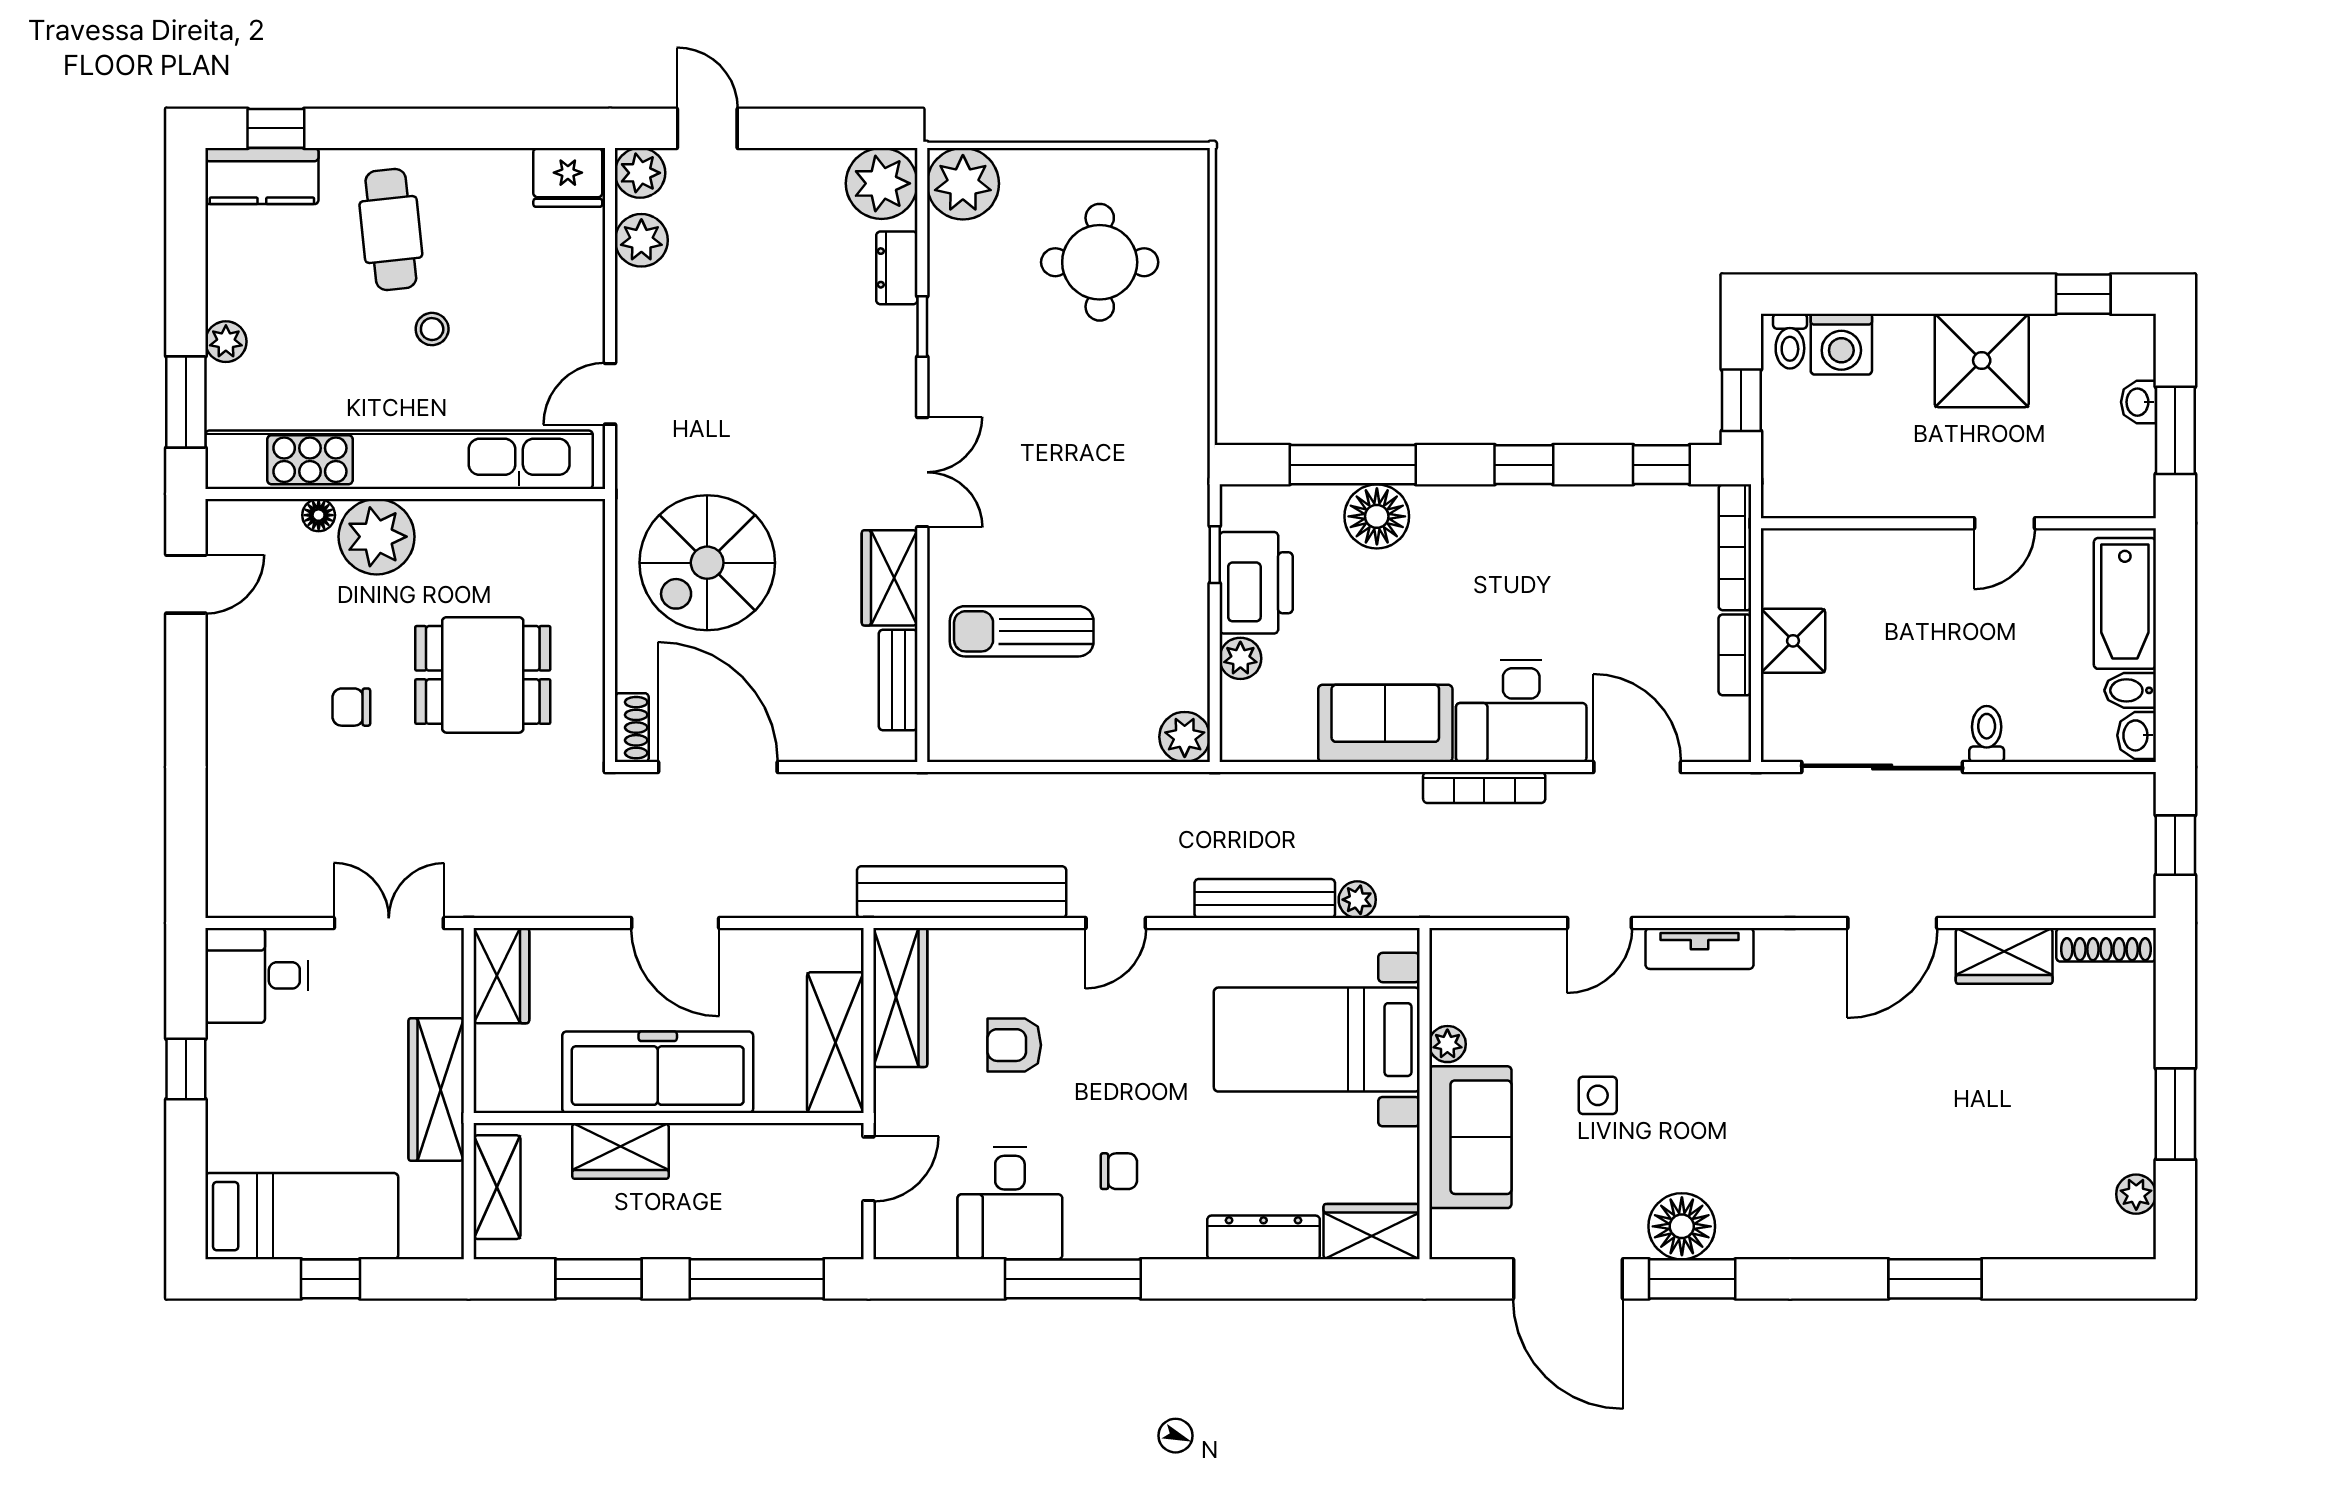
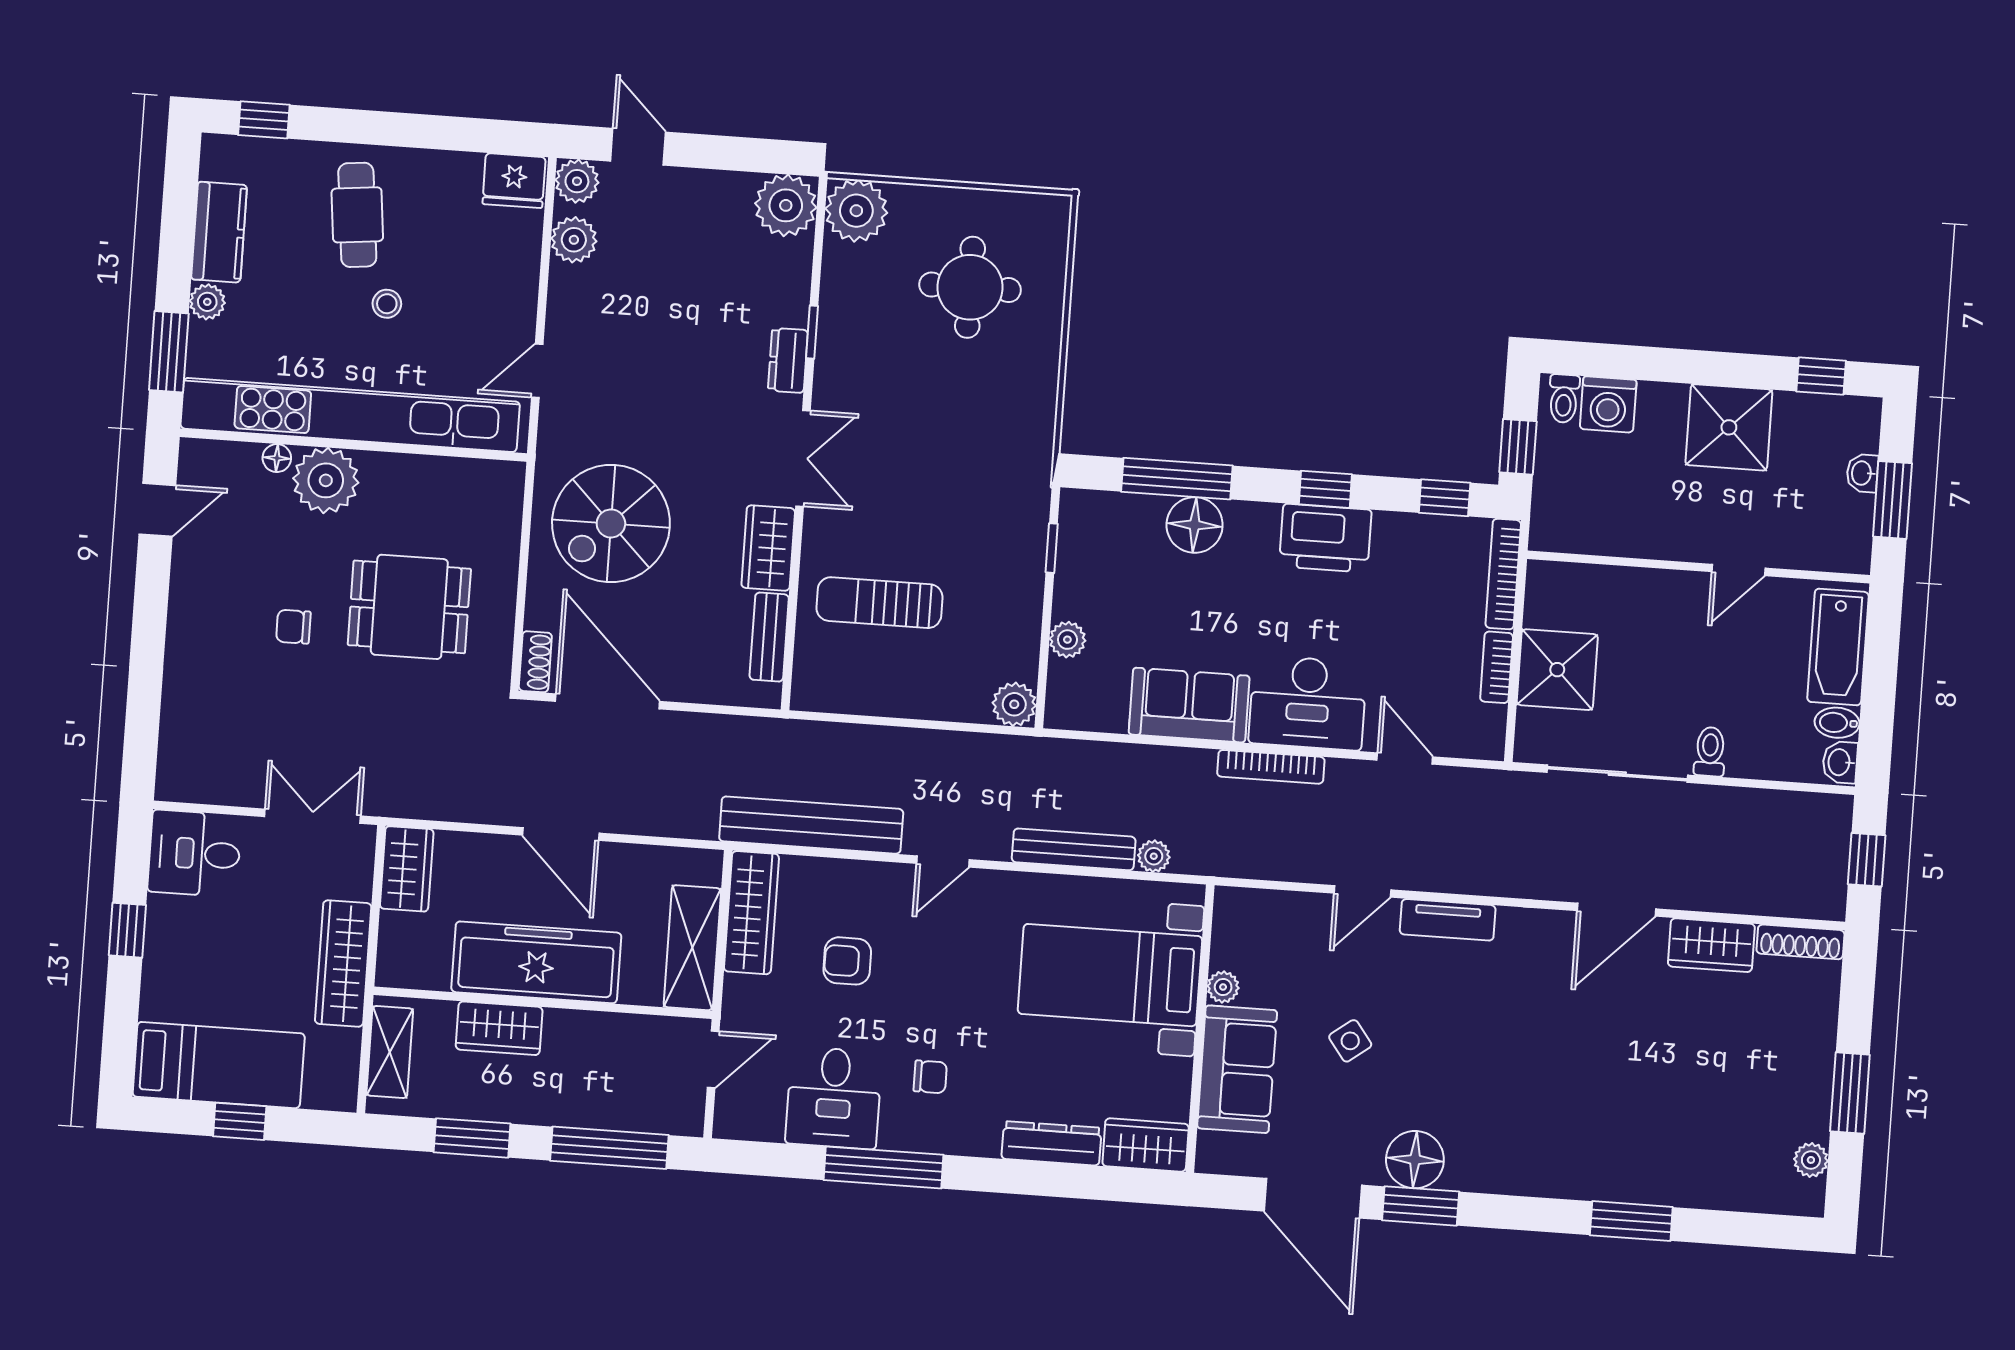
kitchen counter: (262, 176) -> (219, 232), moved, turned -90
dresser: (897, 268) -> (788, 360), moved
printer: (1256, 583) -> (1325, 538), moved, turned 90
shower: (1793, 641) -> (1557, 670), width x1.36, depth x1.36
door: (1637, 767) -> (1405, 759), width x0.73
side table: (1598, 1095) -> (1350, 1041), turned -37

